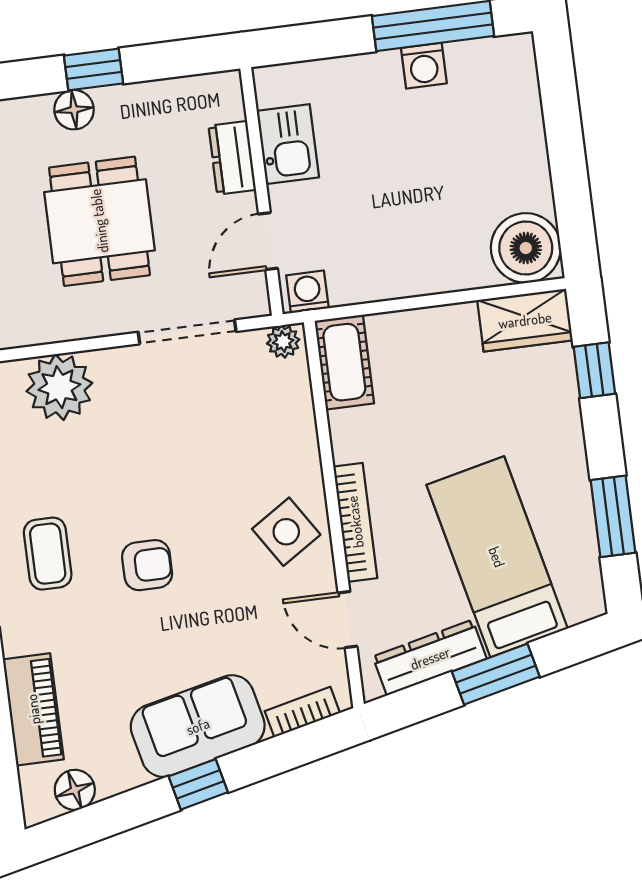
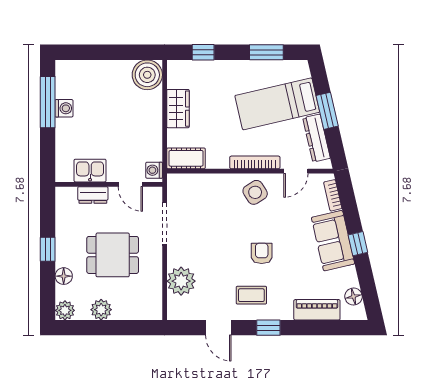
floor lamp: (74, 110) -> (64, 276), moved
wardrobe: (525, 320) -> (178, 109), moved
plant: (283, 341) -> (174, 183), removed

